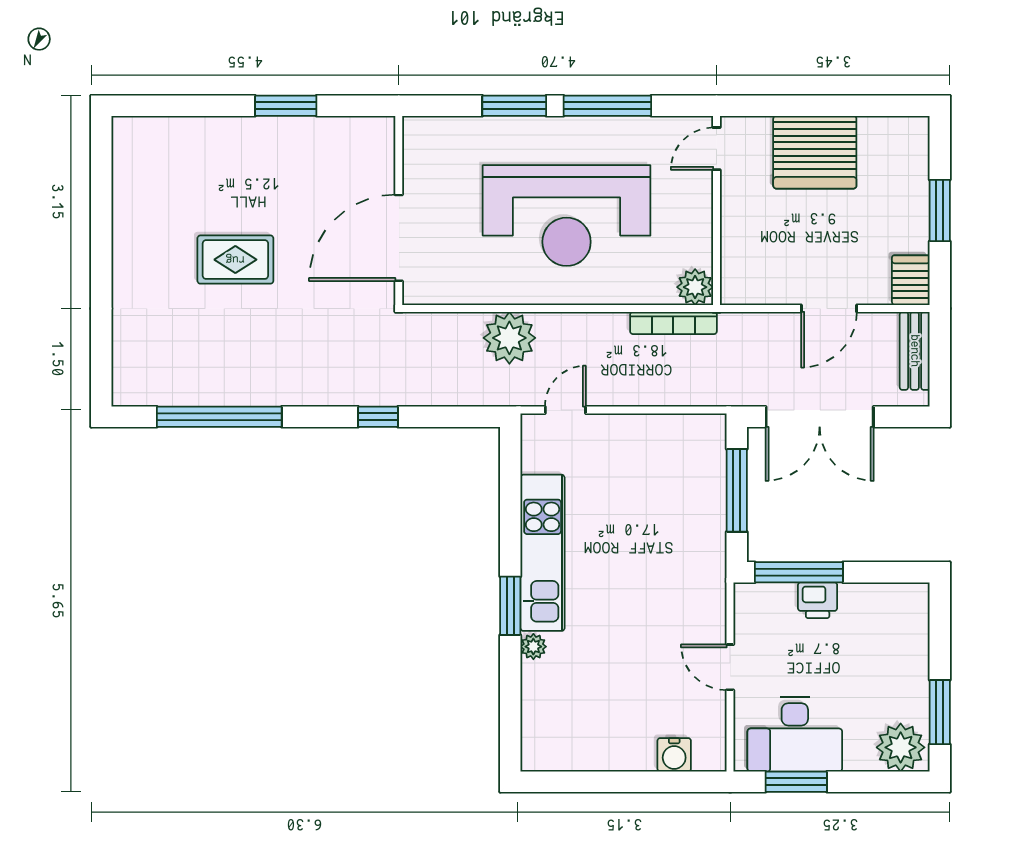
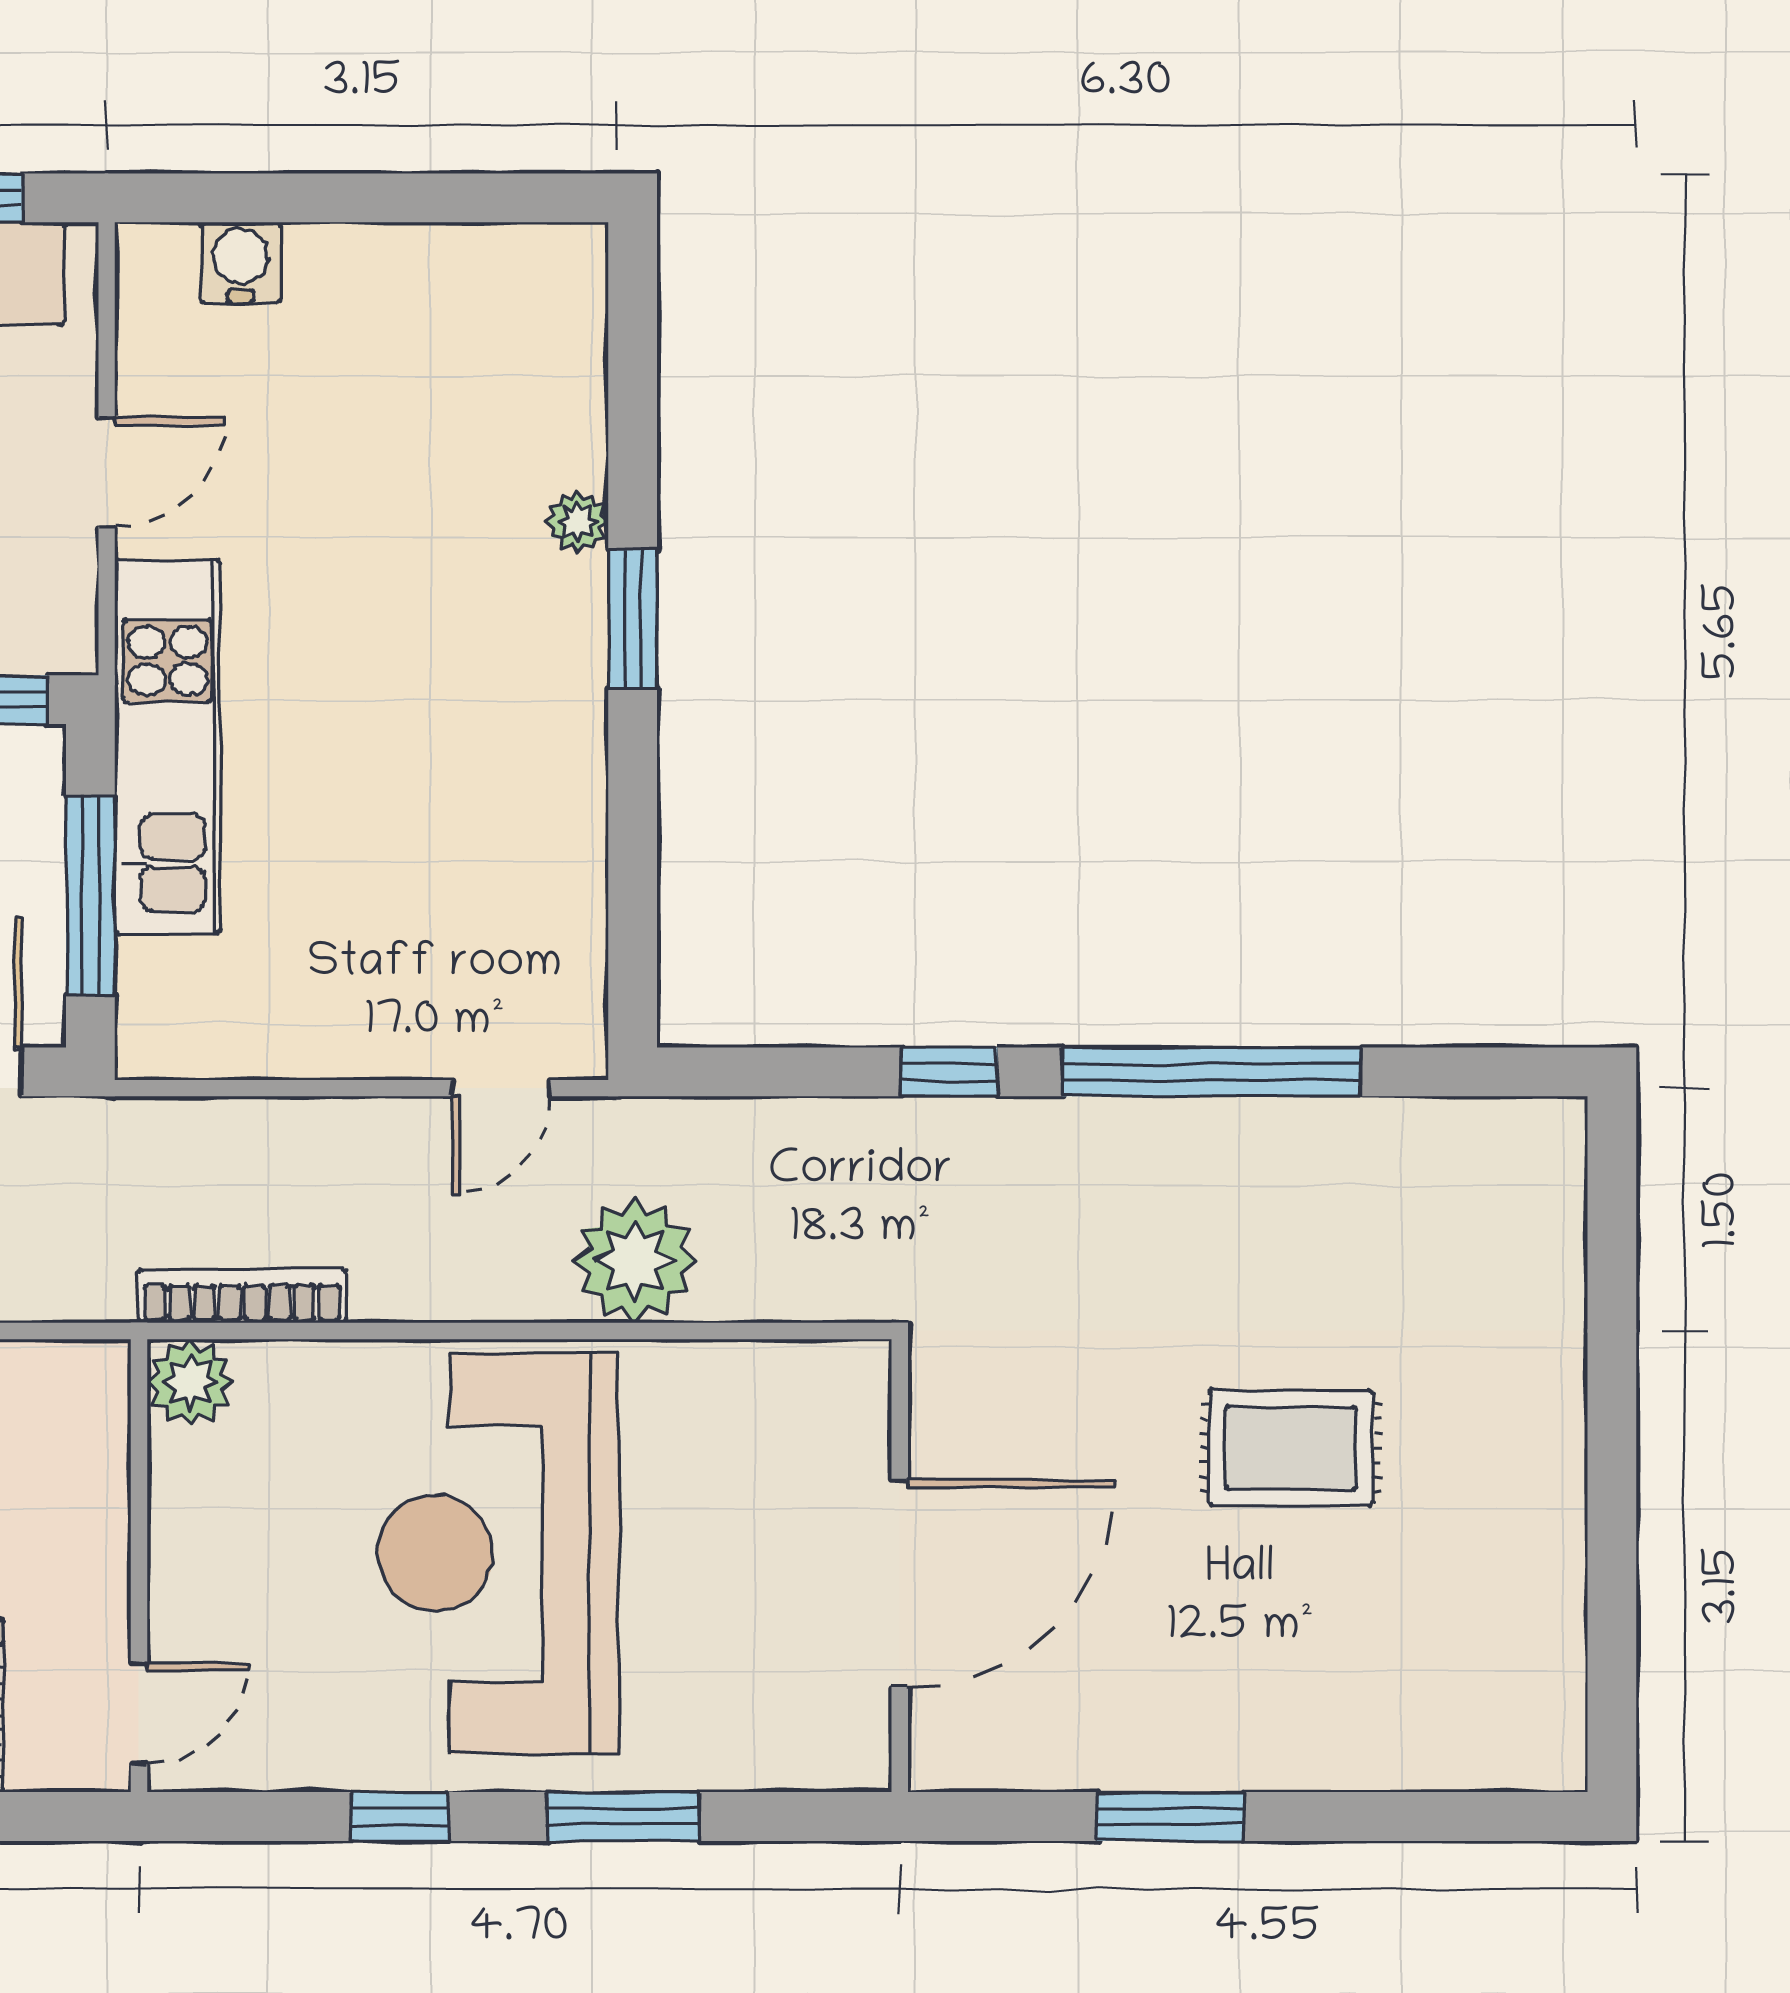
window: (607, 106) -> (400, 1816), width x0.46
reception desk: (567, 216) -> (498, 1553), turned -90
door: (399, 238) -> (900, 1583), moved
window: (219, 417) -> (1212, 1072), moved
kitchen unit: (543, 553) -> (167, 747), moved, turned 180
door: (730, 667) -> (107, 472), hinge flipped

